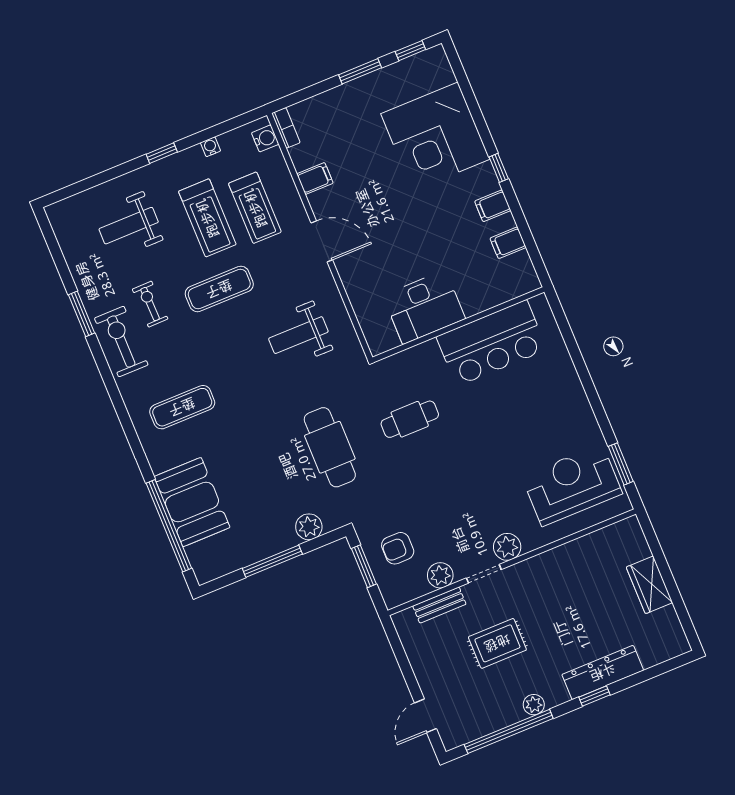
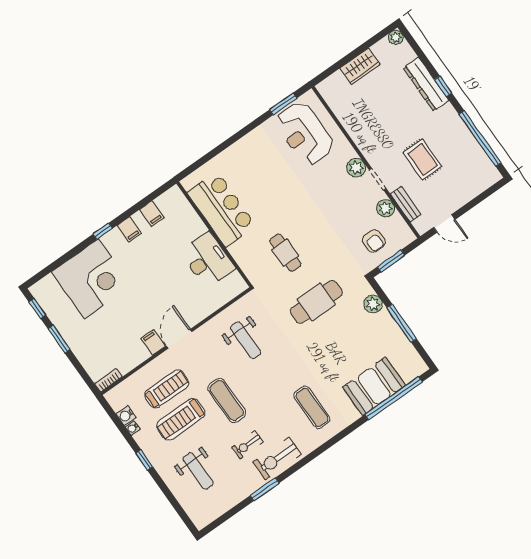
water cooler: (265, 138) -> (126, 415), moved, turned -90
filing cabinet: (315, 178) -> (153, 342), moved
treadmill: (207, 218) -> (181, 419), turned 180
plant: (534, 705) -> (396, 37), moved
door: (426, 716) -> (444, 223), moved

